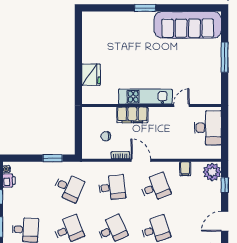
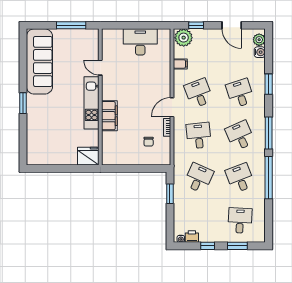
kitchen unit: (145, 97) -> (92, 103), moved
wall: (152, 106) -> (100, 97), moved
door: (181, 106) -> (100, 68), moved
filing cabinet: (132, 115) -> (109, 116), moved

